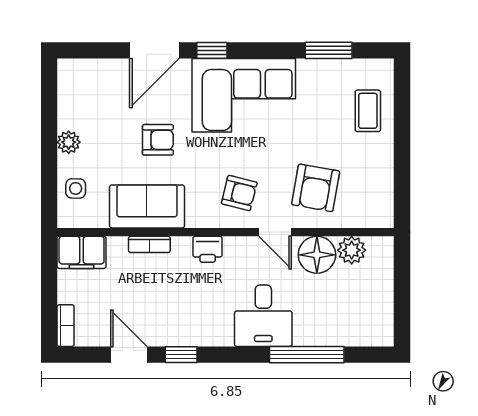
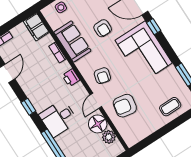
window: (181, 355) -> (28, 107), moved

